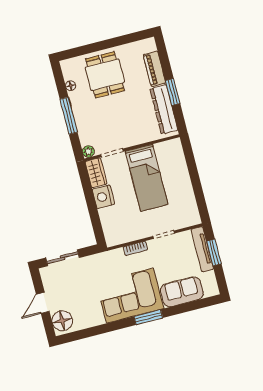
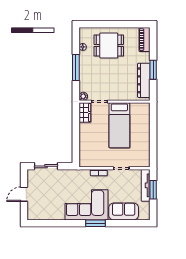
piano: (154, 69) -> (145, 40), moved
dining table: (105, 75) -> (109, 45), turned 90
nightstand: (103, 197) -> (86, 131), removed
floor lamp: (62, 321) -> (35, 210), removed

